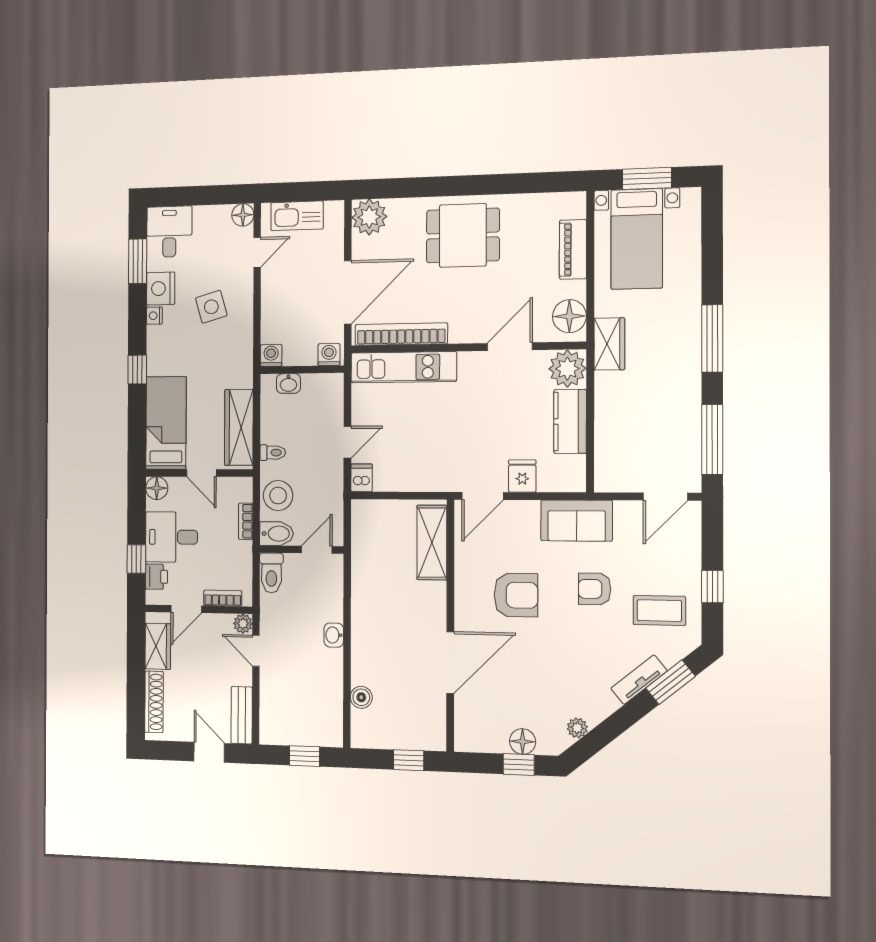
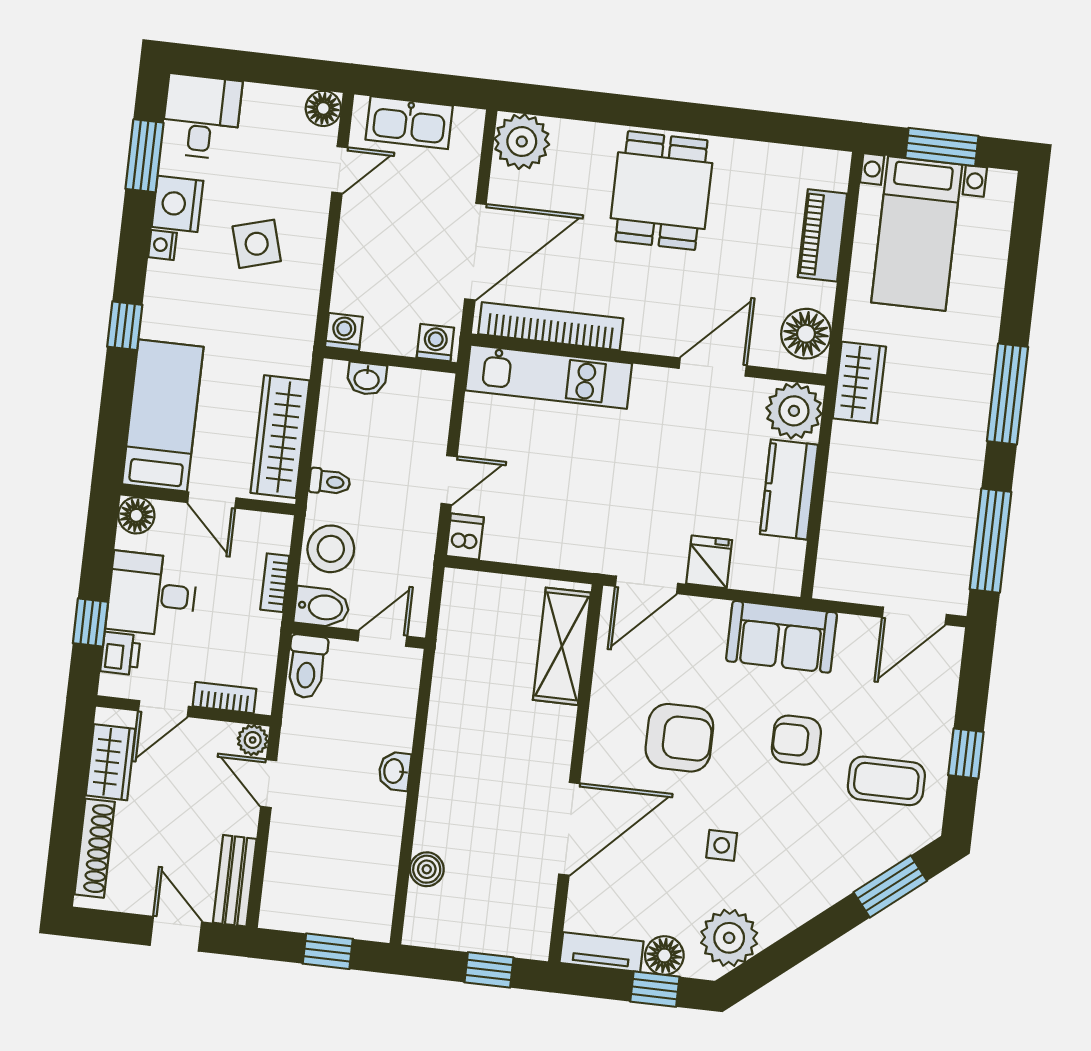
dining table: (463, 235) -> (661, 191), turned 90
side table: (552, 664) -> (722, 845), added
tv unit: (639, 680) -> (602, 952), moved, turned 39
plant: (577, 728) -> (729, 938), width x1.87, depth x1.87

